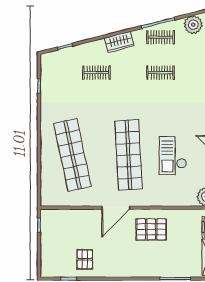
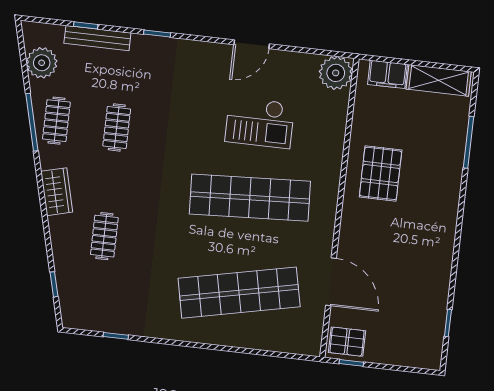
door: (116, 208) -> (331, 282), moved
pallet: (85, 259) -> (347, 342), moved

